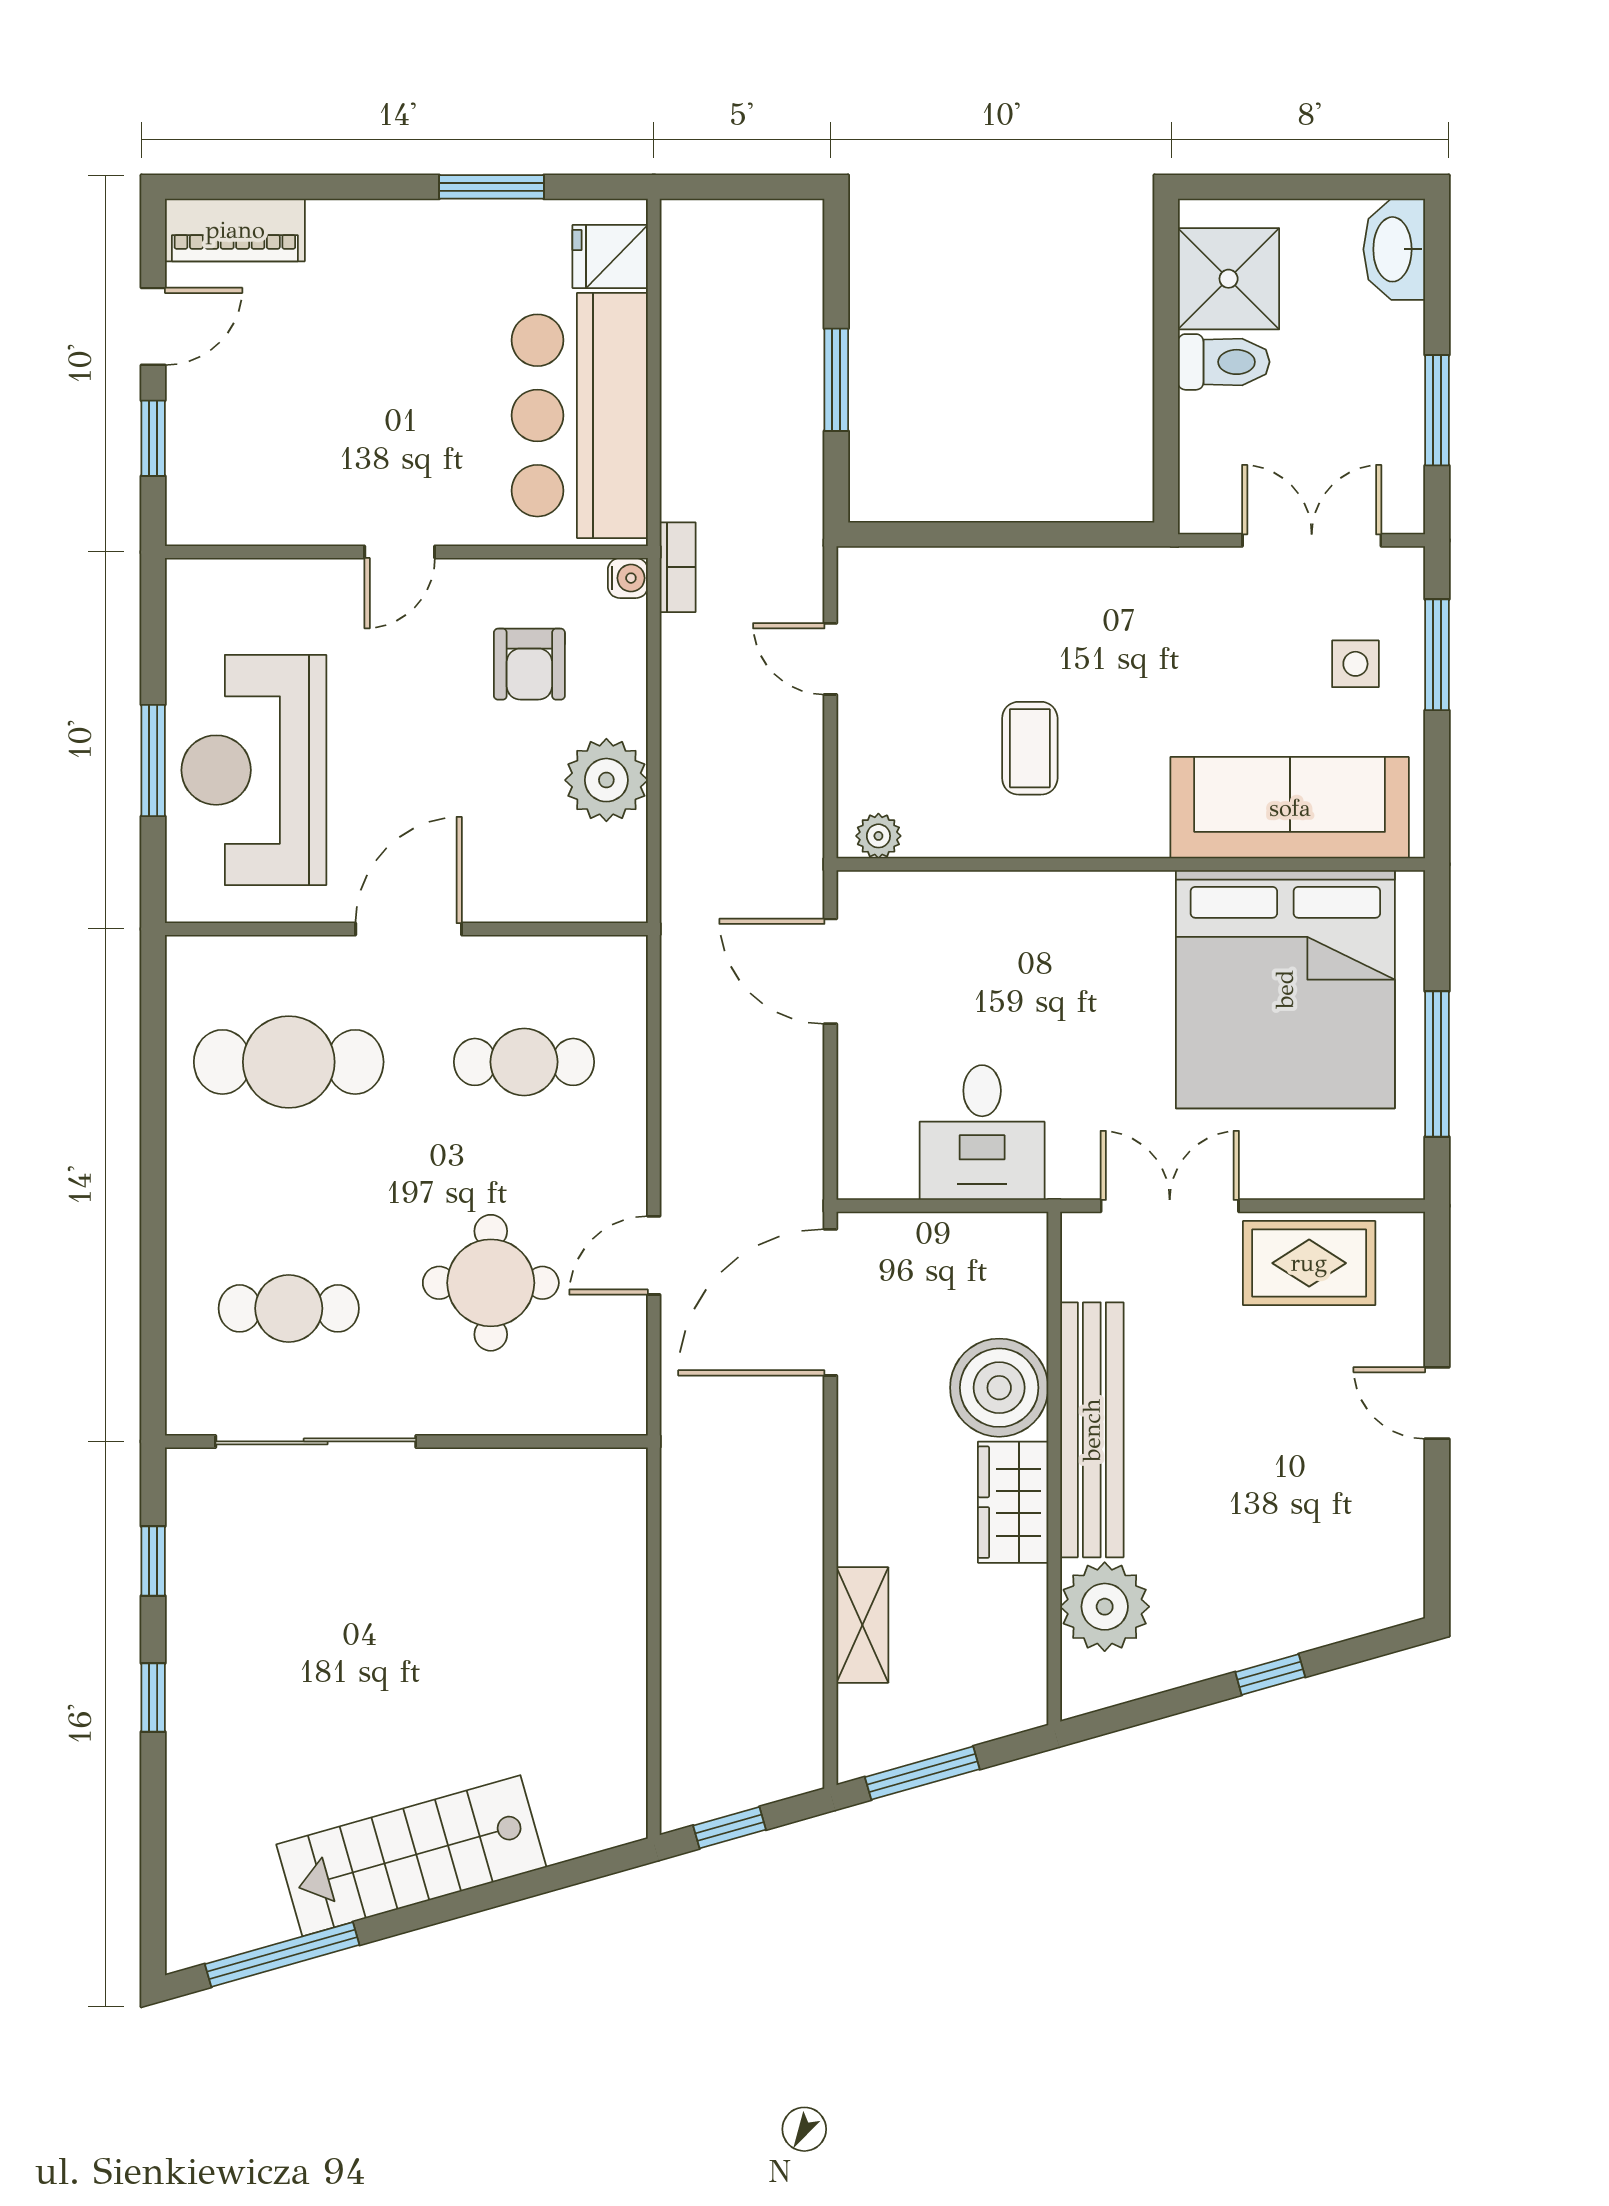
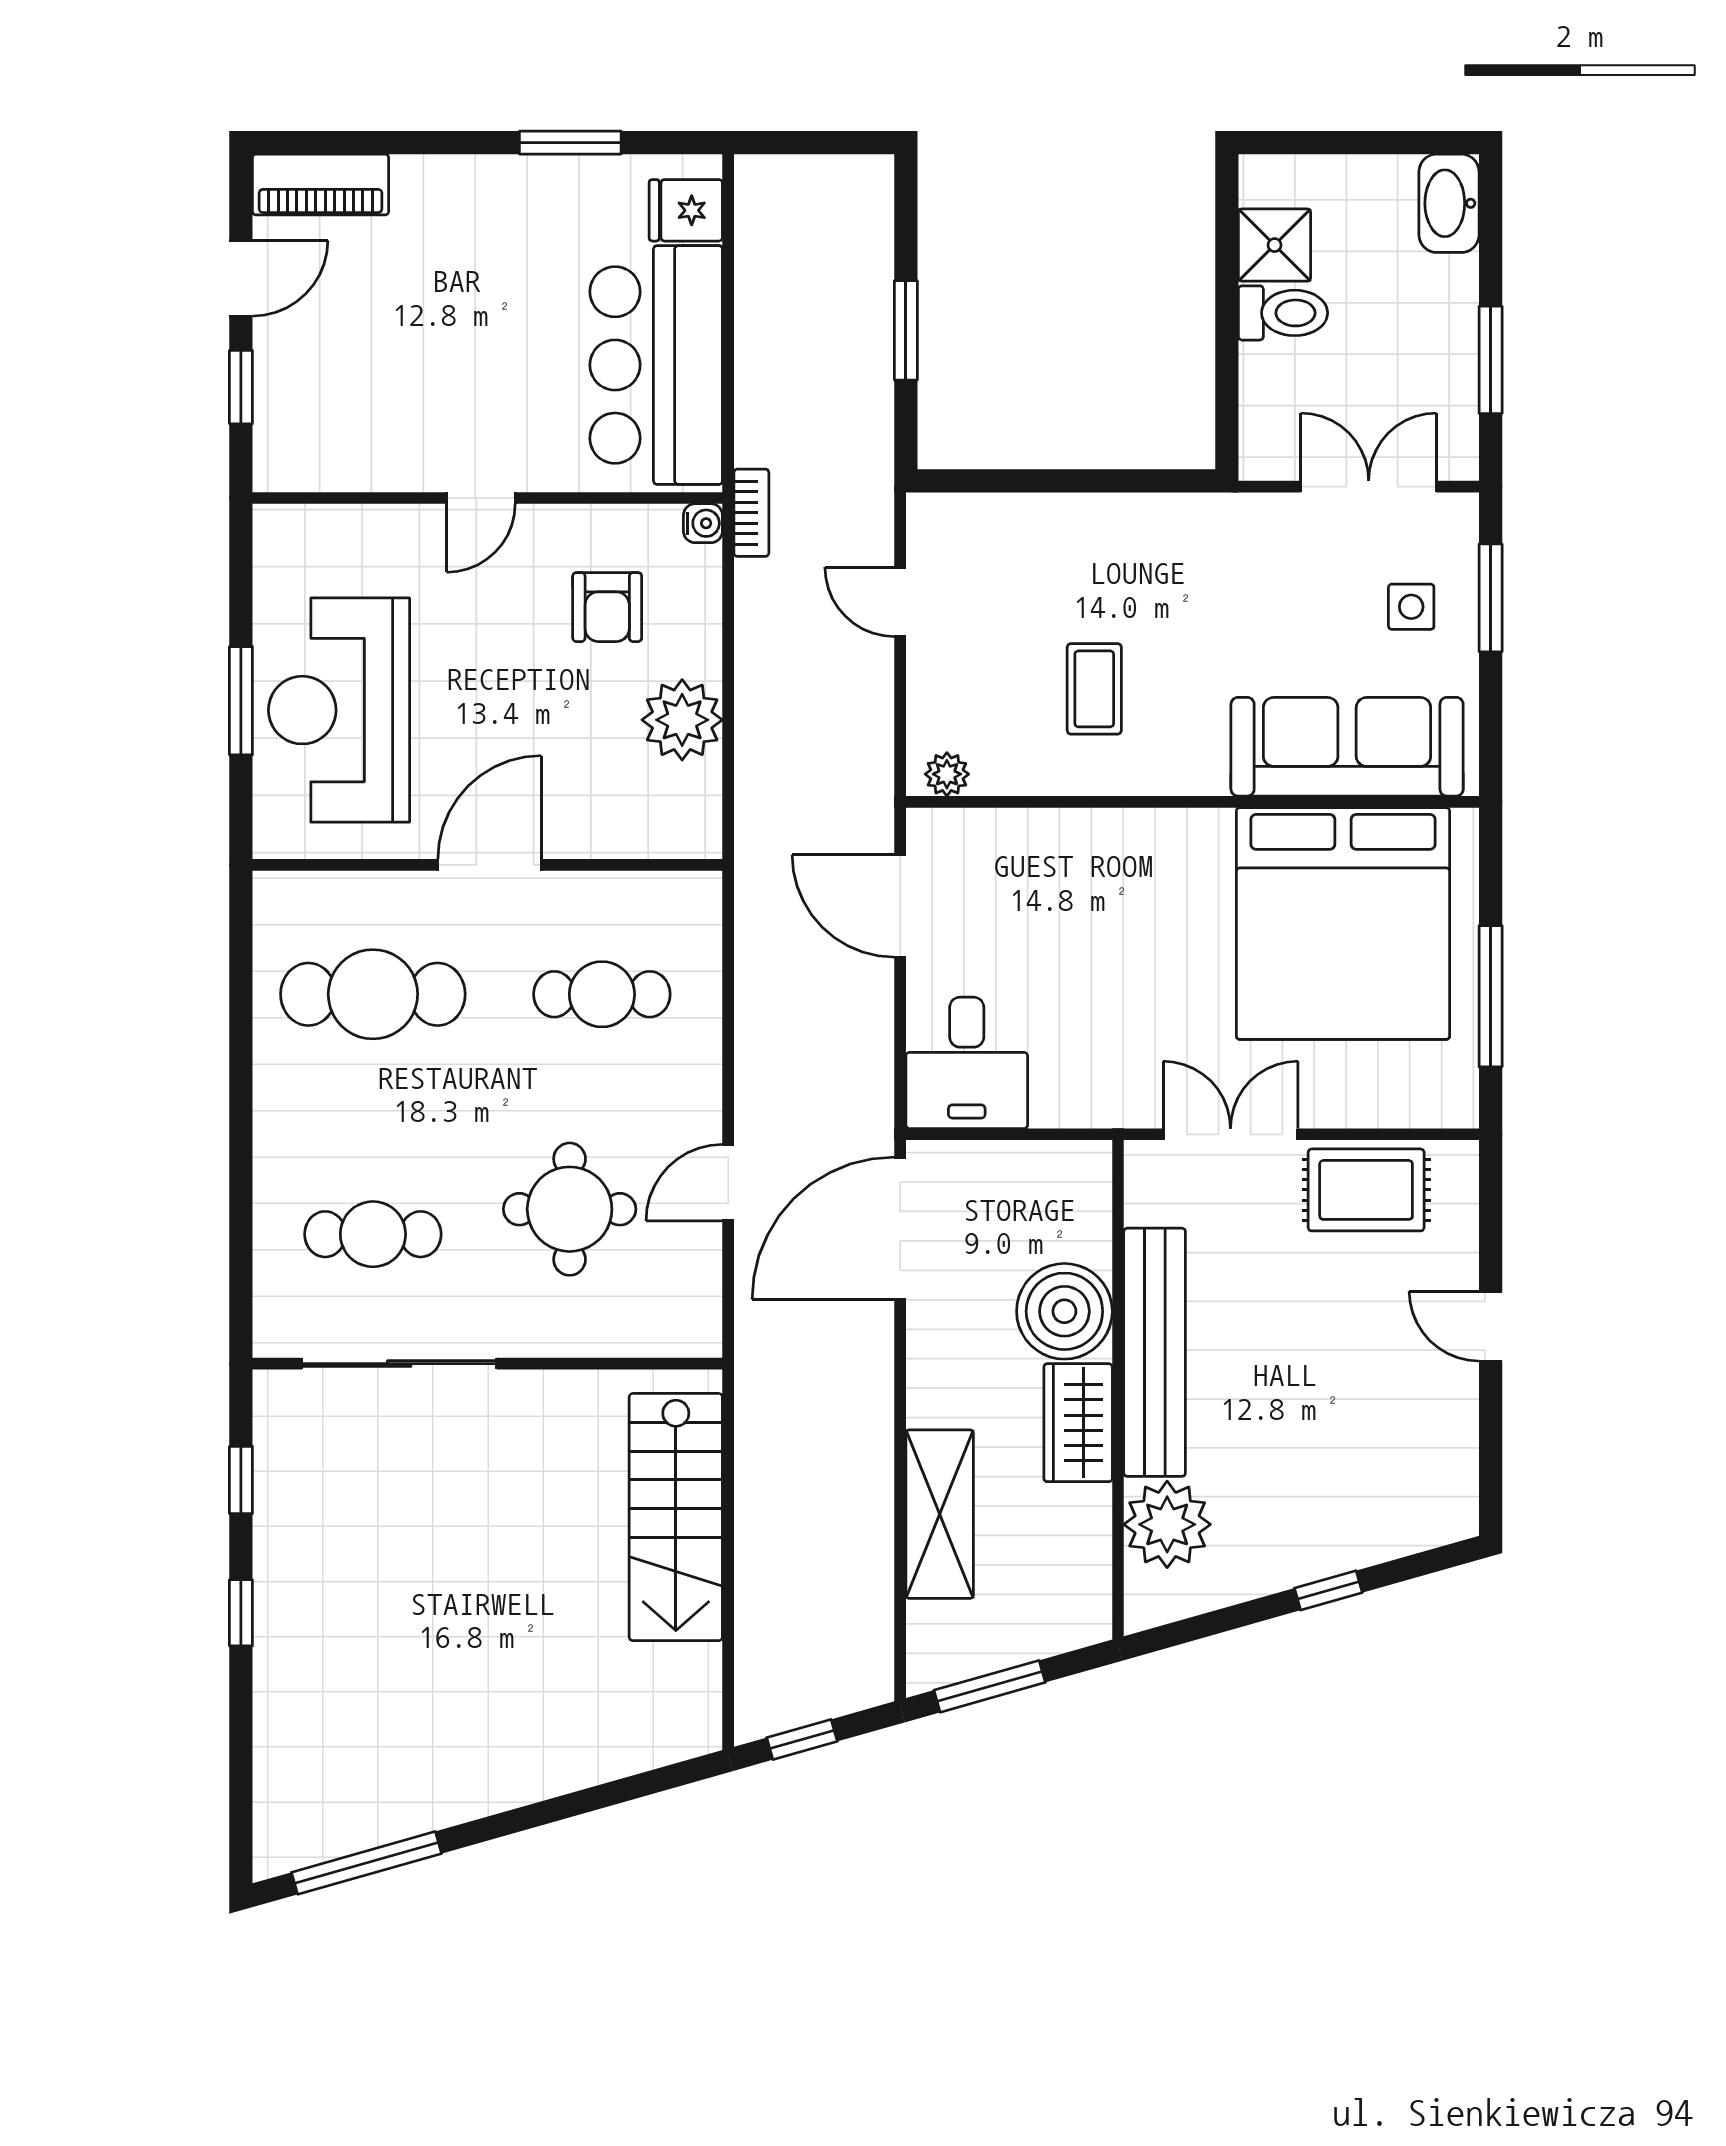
shower: (1229, 279) -> (1275, 245), width x0.73, depth x0.73
desk: (982, 1132) -> (967, 1063), moved
shelving: (862, 1625) -> (940, 1514), width x1.50, depth x1.33
stairs: (411, 1856) -> (676, 1517), moved, turned -74

